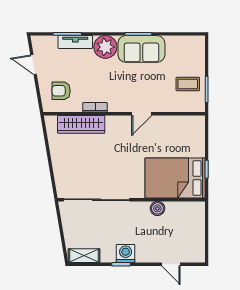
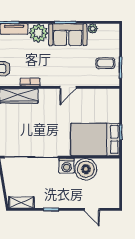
plant: (172, 41) -> (93, 29), added
boiler: (157, 208) -> (86, 169), width x1.86, depth x1.86
washing machine: (126, 254) -> (67, 166), moved, turned 180

